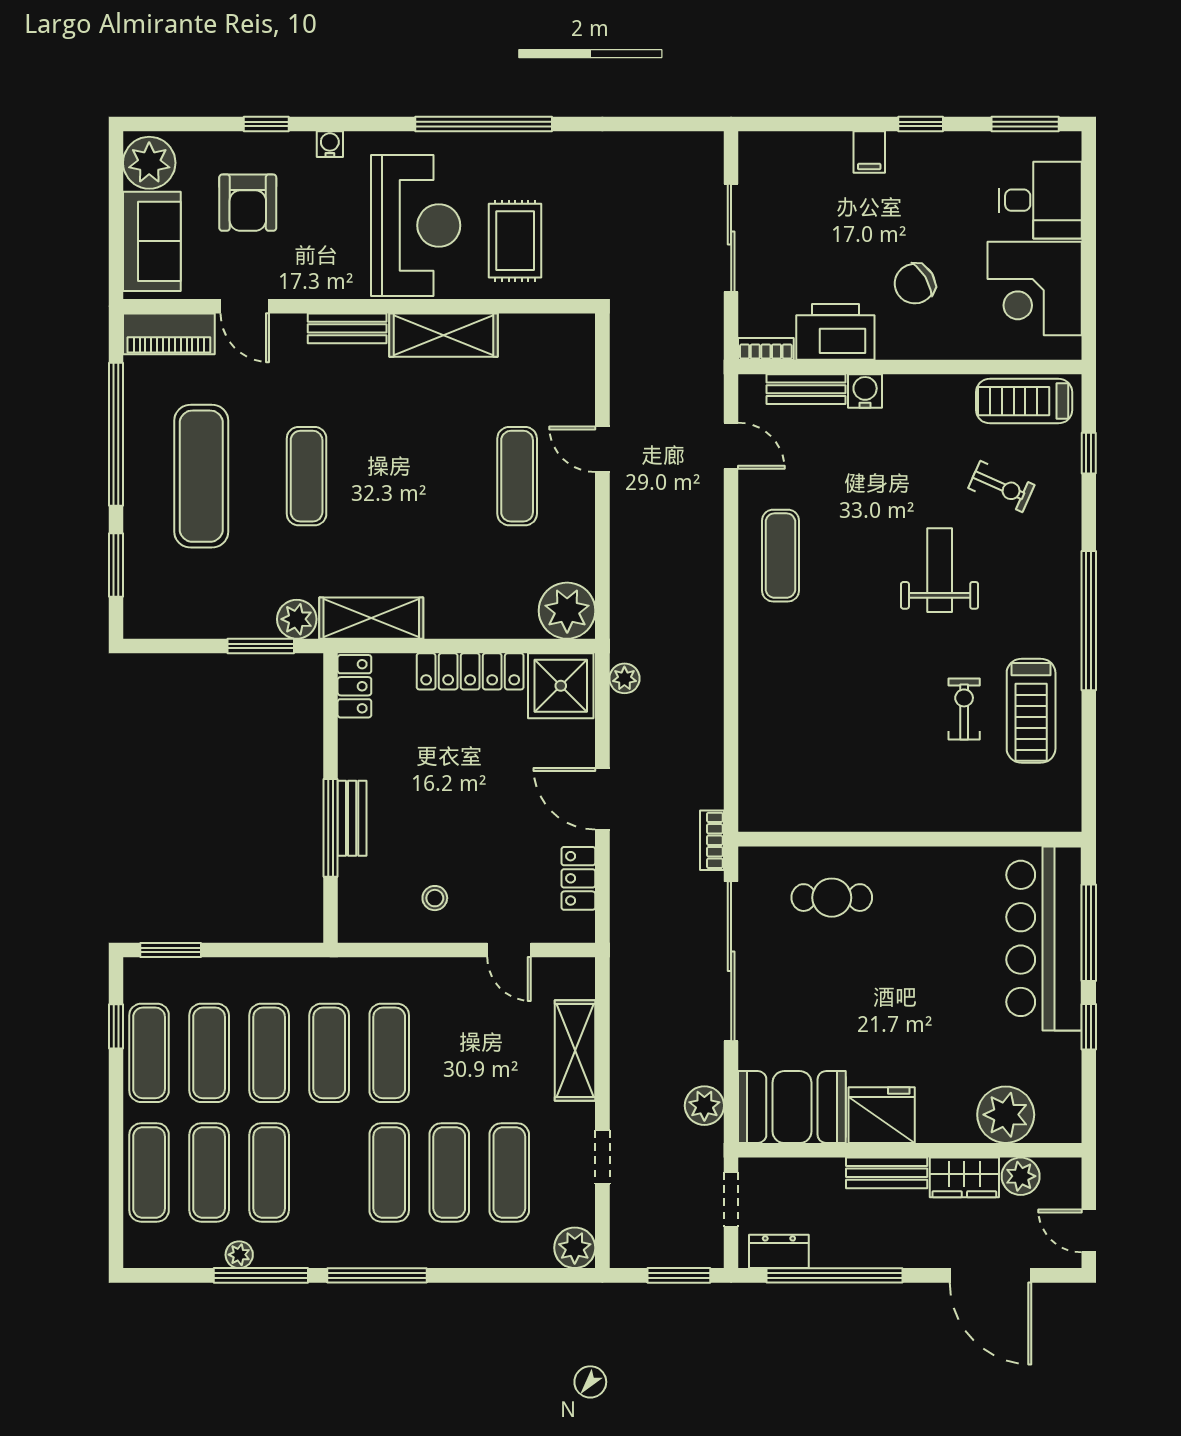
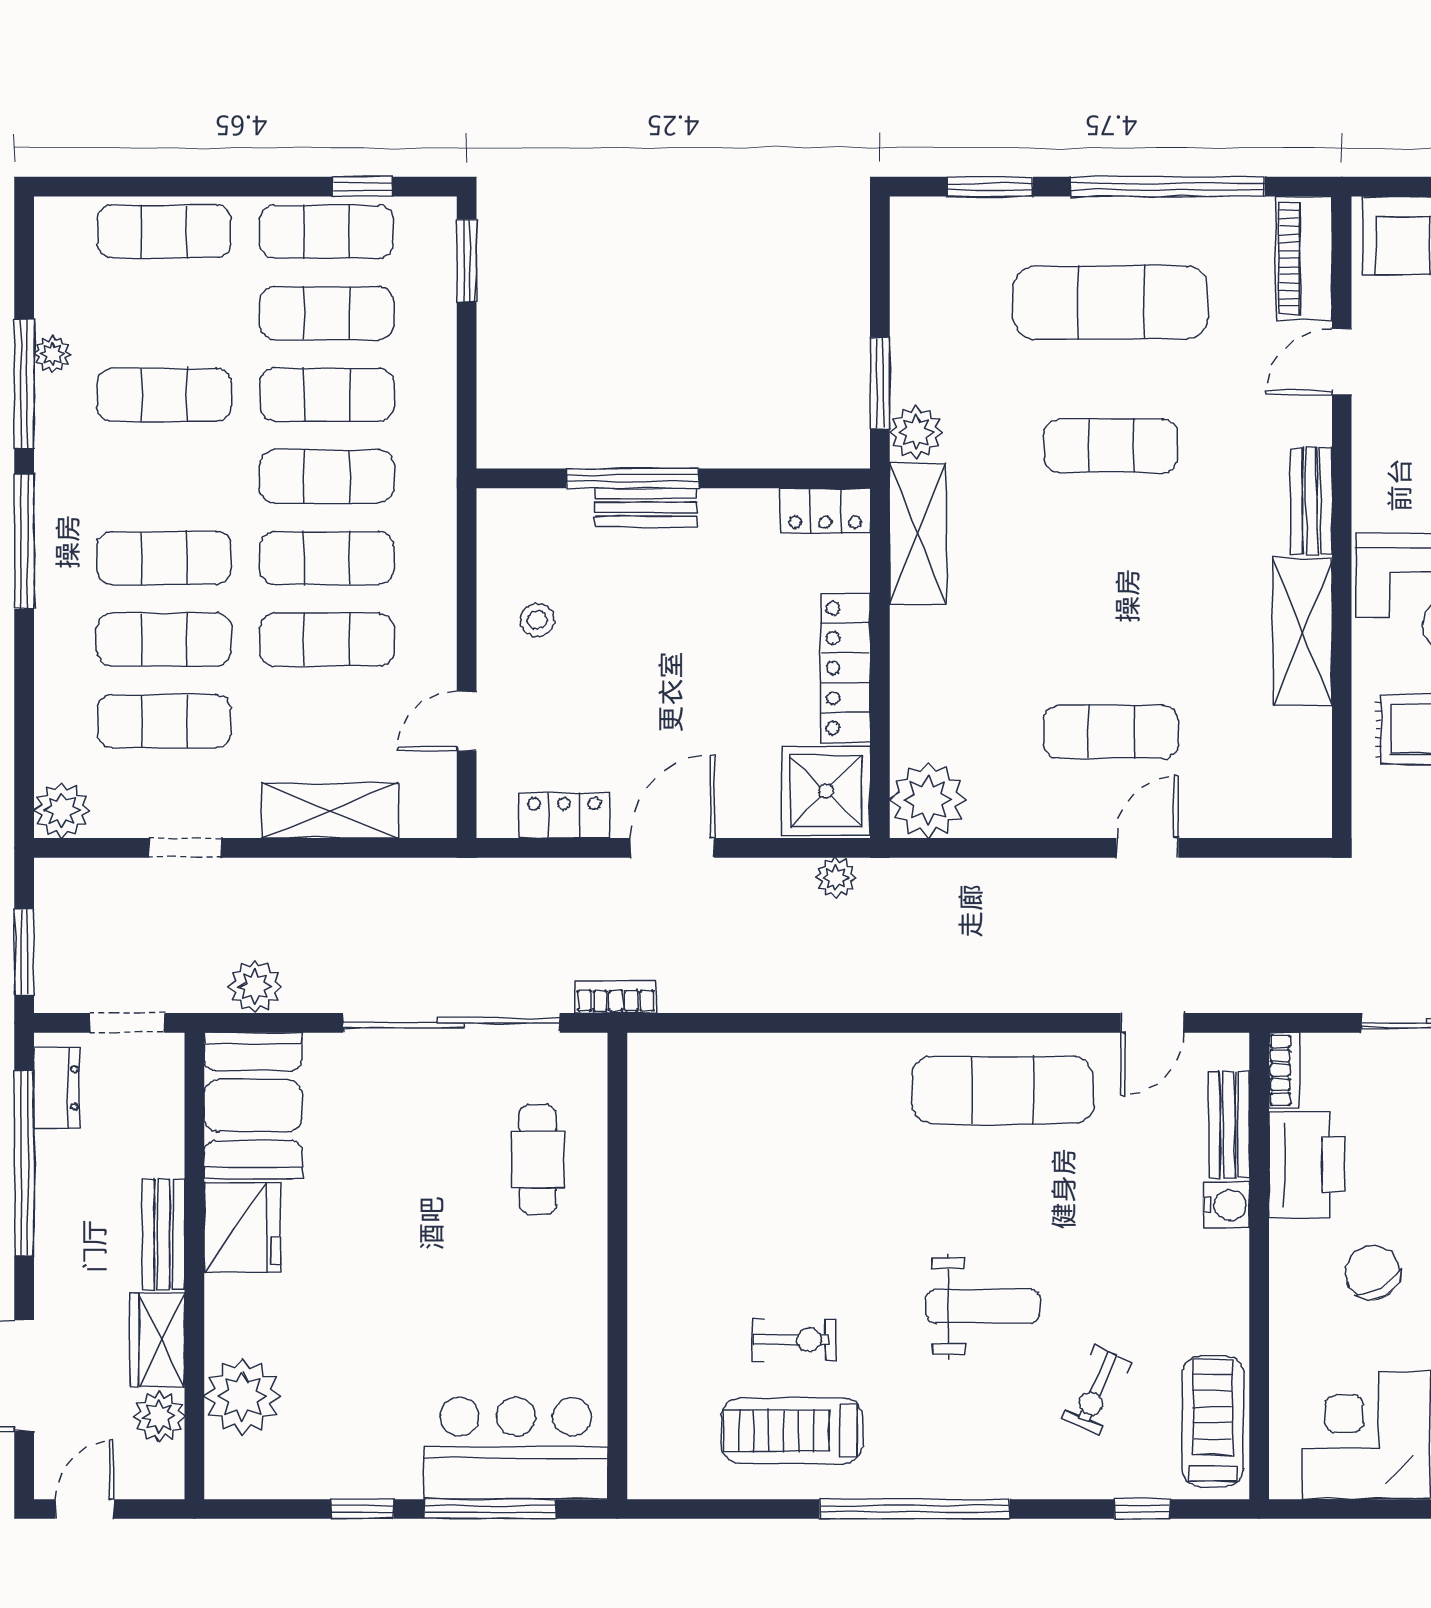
exercise mat: (780, 556) -> (1003, 1090), width x1.36, depth x1.45
bar counter: (1044, 938) -> (516, 1448), width x0.73
exercise mat: (209, 1172) -> (327, 640), moved

